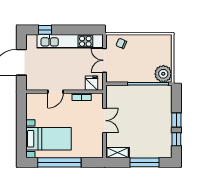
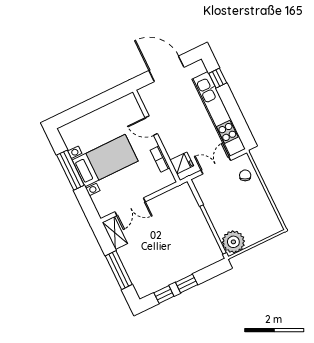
double door: (105, 121) -> (130, 207), moved
bed with nightstands: (49, 139) -> (105, 161), moved, turned -90
window: (59, 162) -> (70, 170), width x0.68

